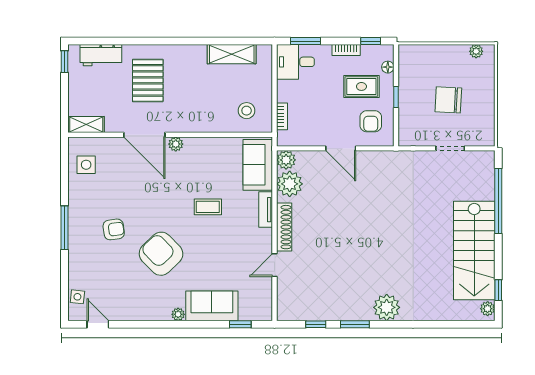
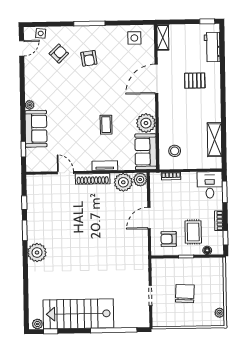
pallet: (148, 80) -> (195, 81), width x0.67, depth x0.71
plant: (176, 144) -> (146, 123), moved, width x1.88, depth x1.88
sofa: (258, 165) -> (146, 152), moved, turned -90
armchair: (161, 254) -> (59, 54), moved, width x0.53, depth x0.53

